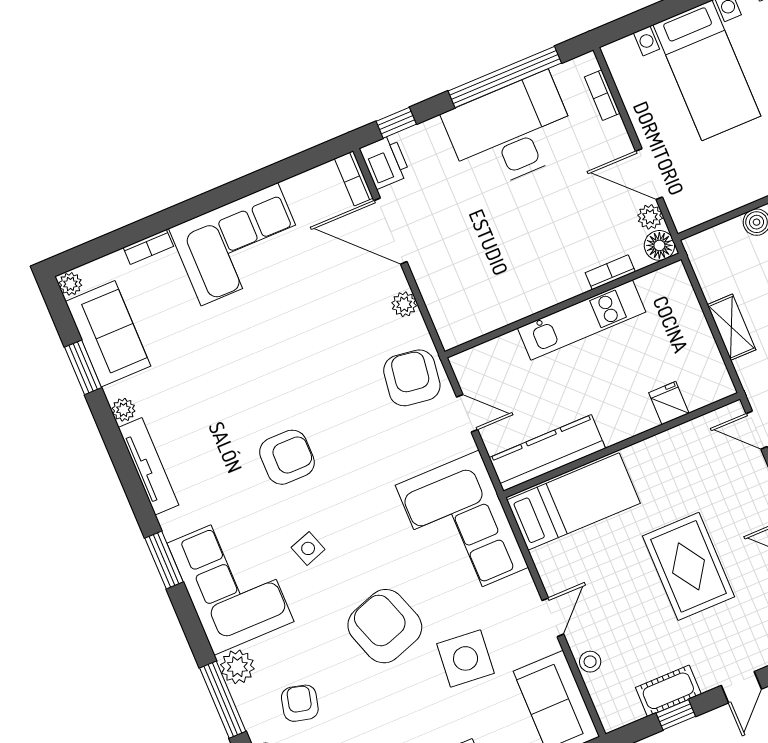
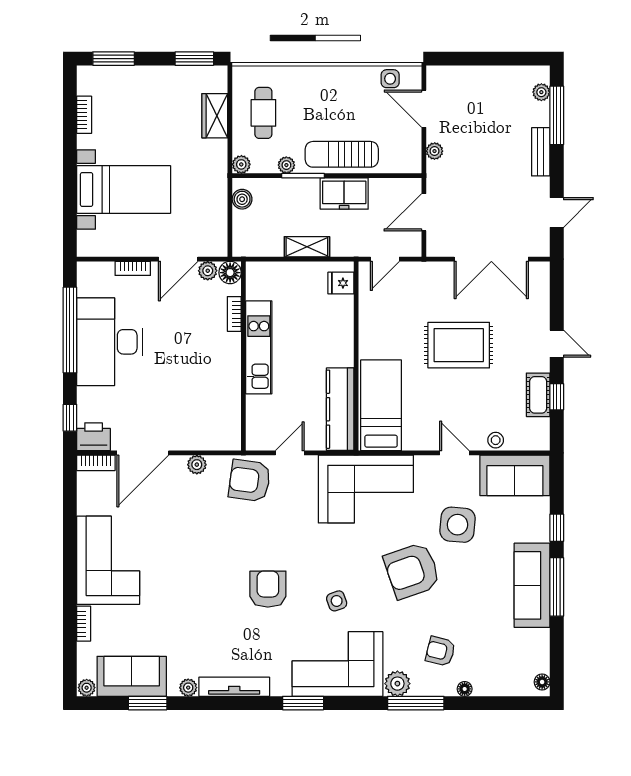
bookcase: (602, 95) -> (133, 268), moved
fridge: (669, 403) -> (341, 283), moved

